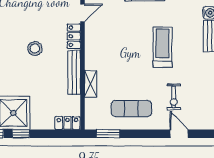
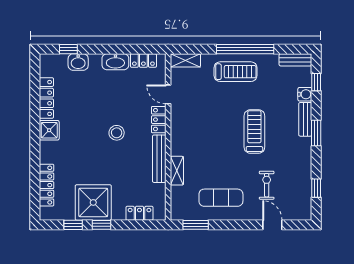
door: (83, 13) -> (168, 94), swing flipped
exercise bike: (174, 97) -> (267, 185), turned 180
locker: (67, 123) -> (139, 213), moved

